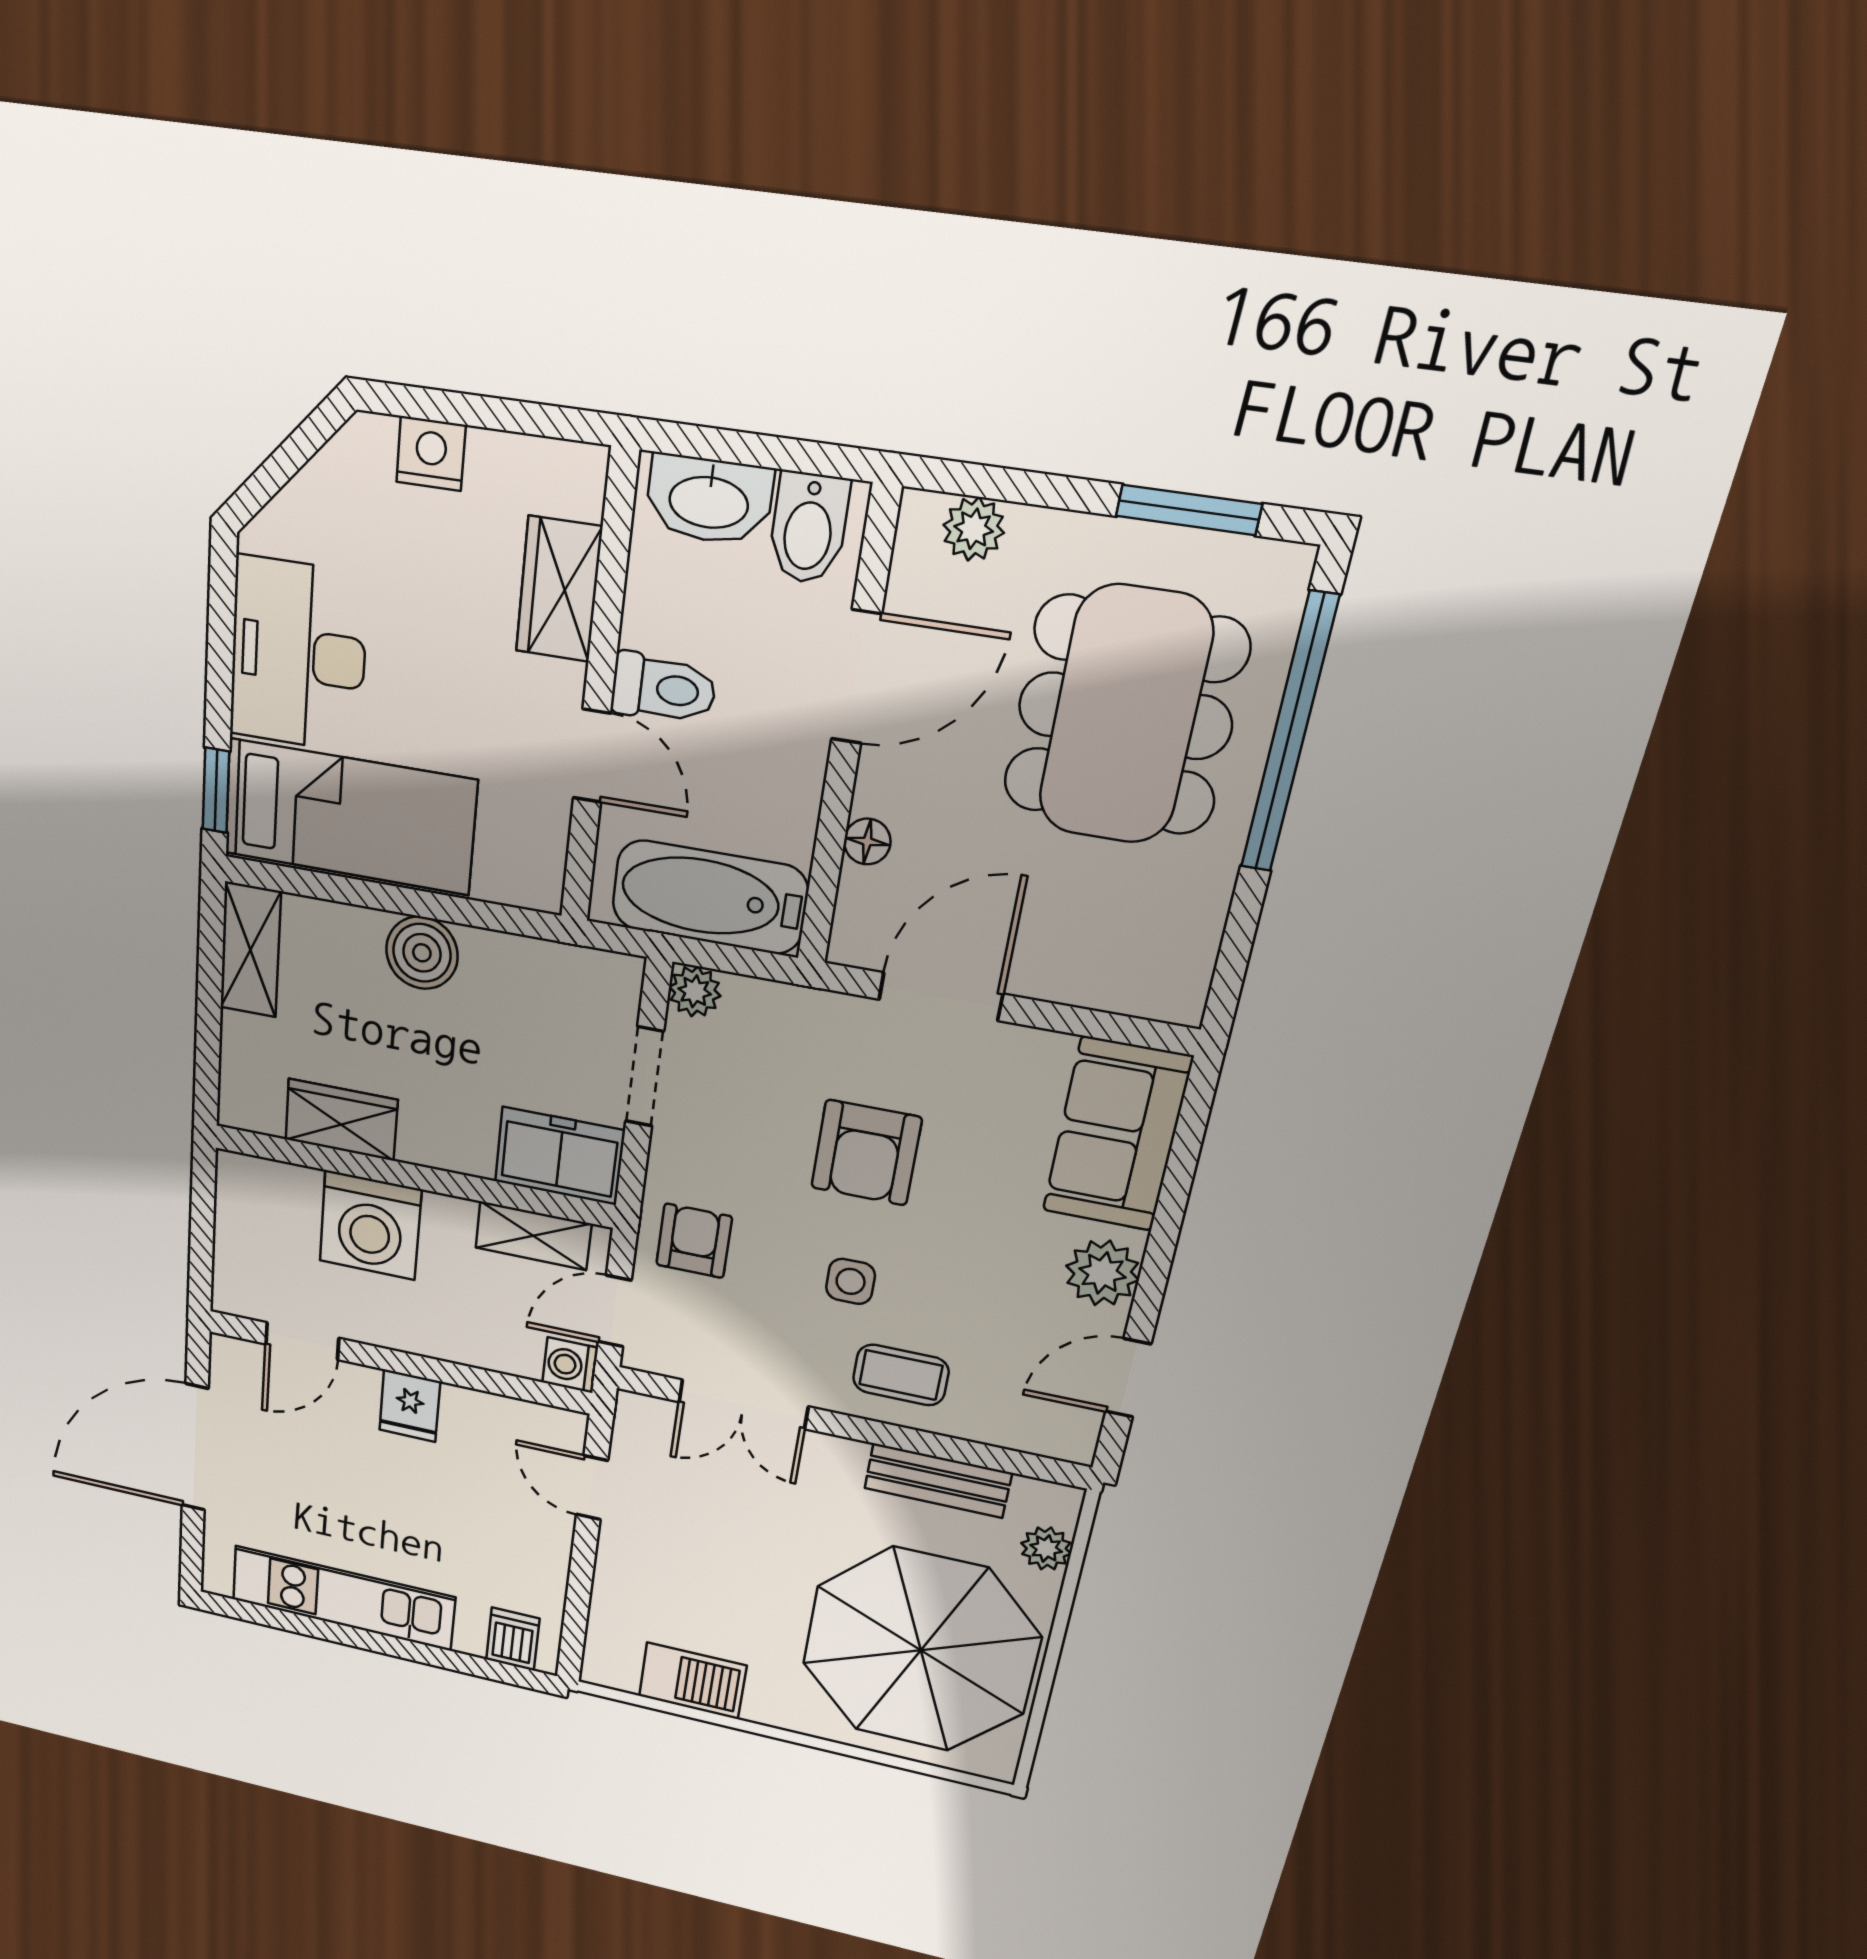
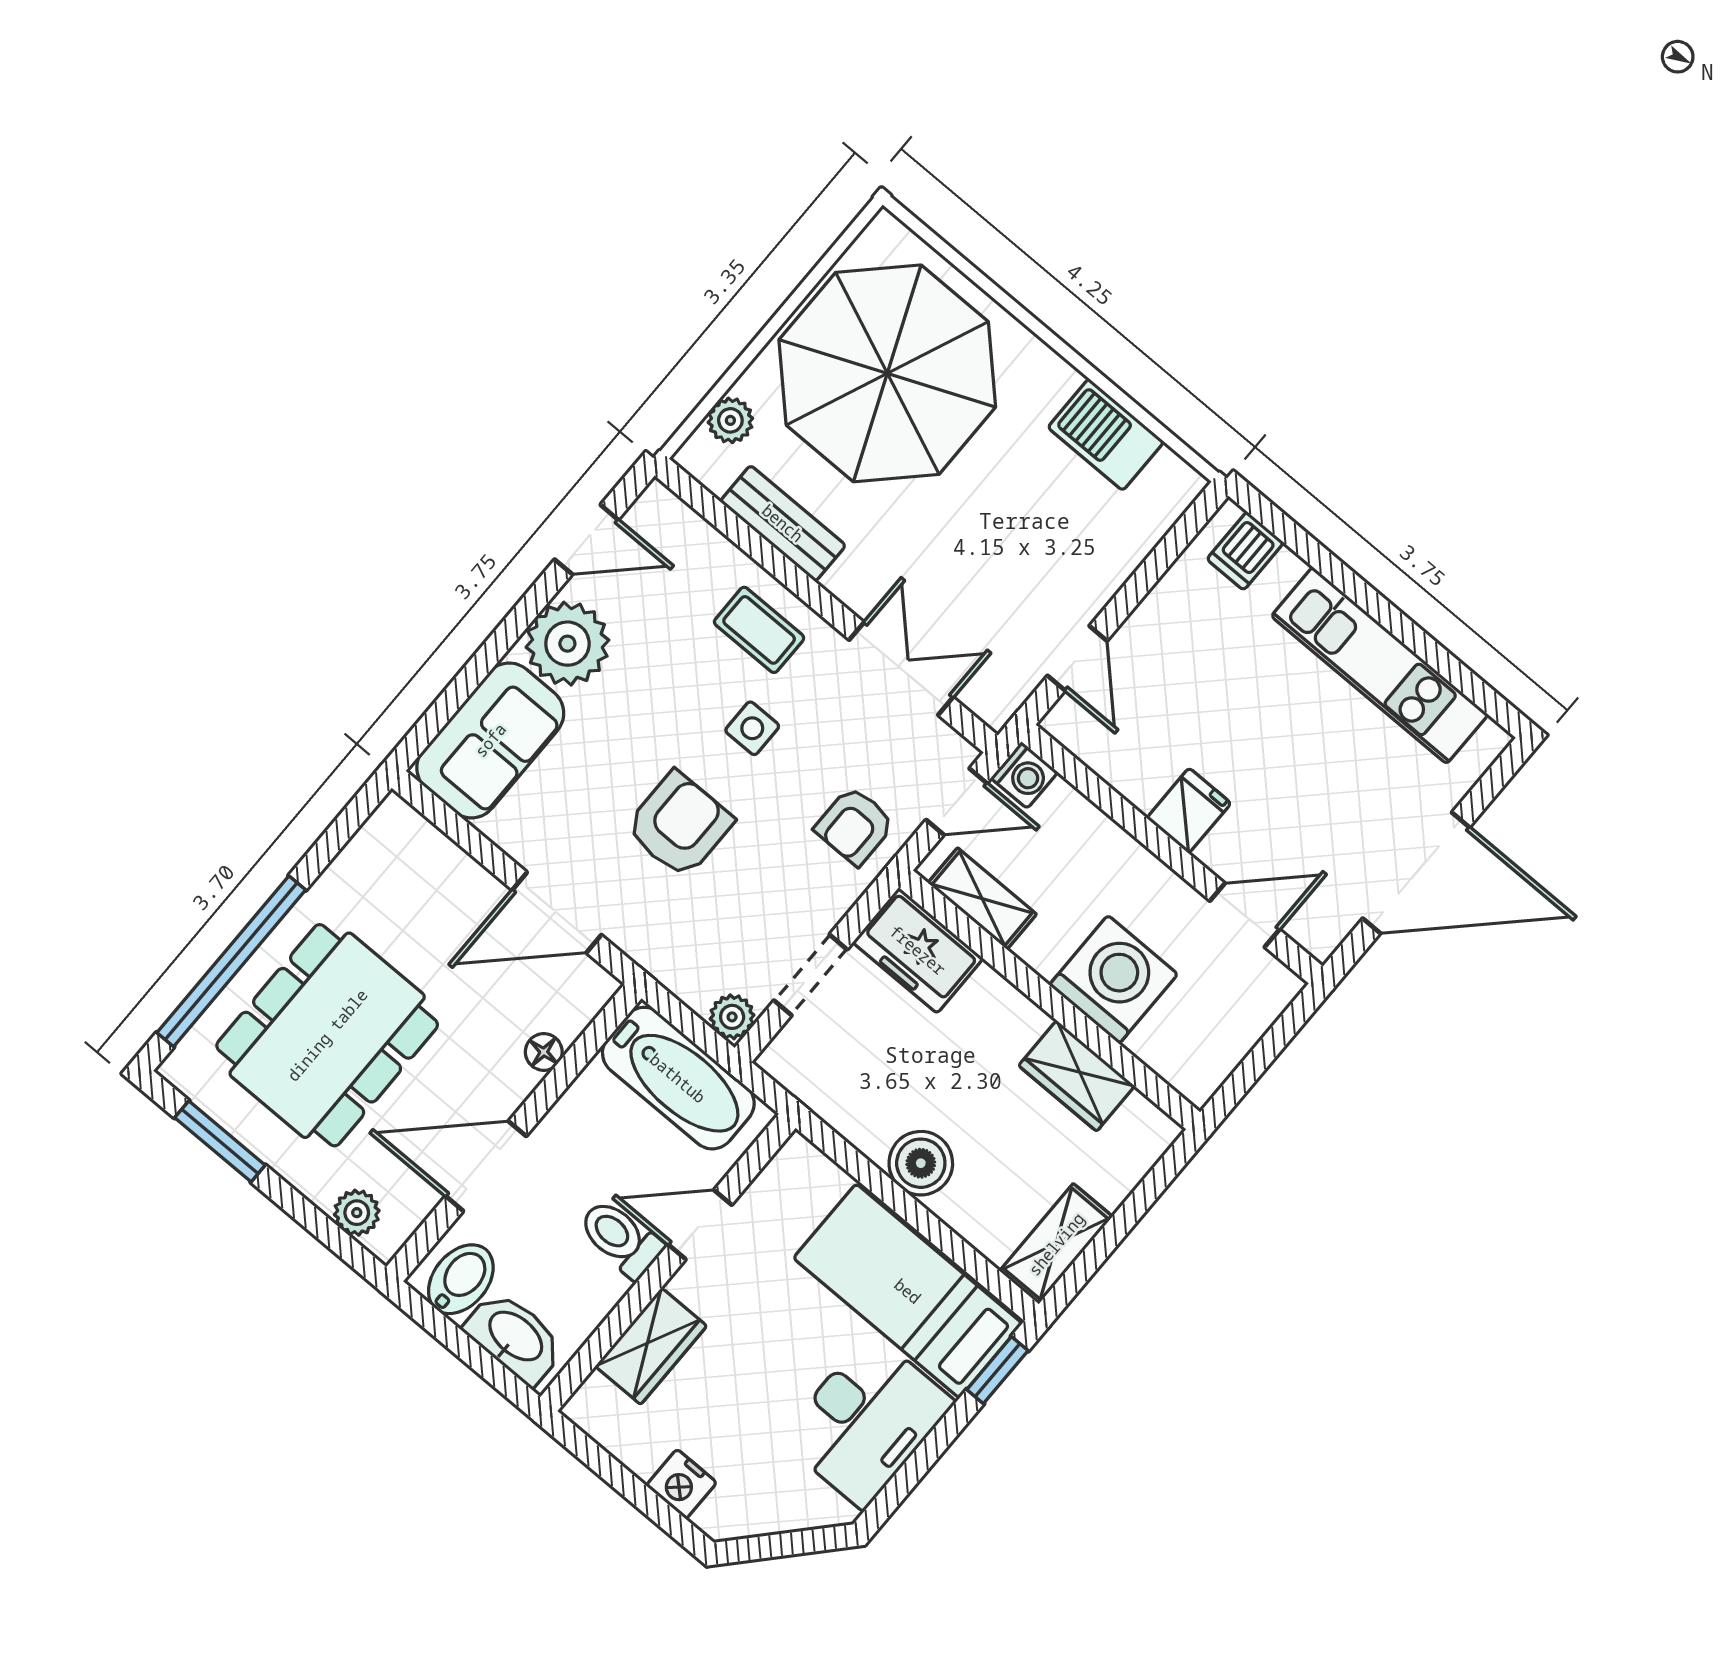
door: (592, 756) -> (700, 1225), hinge flipped
plant: (1102, 1273) -> (567, 644), width x1.36, depth x1.36

